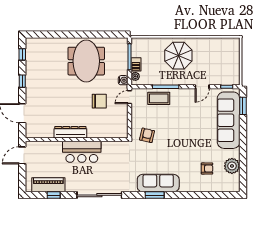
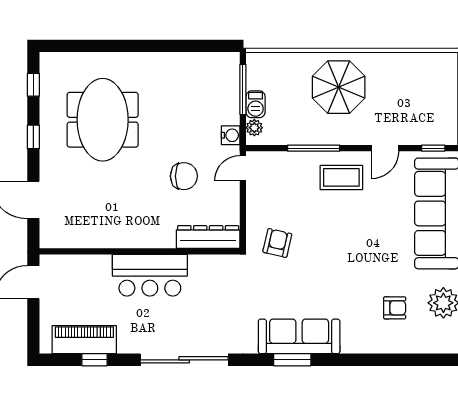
meeting table: (86, 61) -> (103, 120), moved
coffee table: (159, 98) -> (341, 177), moved
dresser: (70, 132) -> (208, 237), moved

